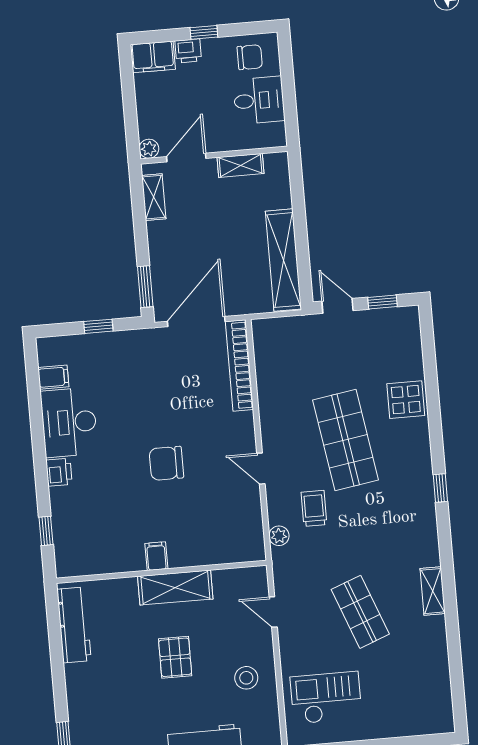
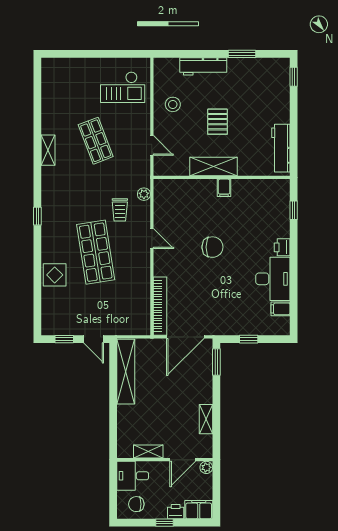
plant: (149, 149) -> (206, 467), moved
wall: (214, 155) -> (165, 460), moved
door: (186, 157) -> (183, 460), moved
shelving: (241, 165) -> (148, 452), moved

